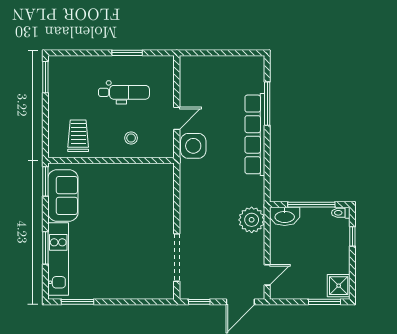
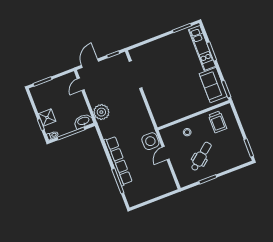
dental chair: (124, 92) -> (201, 156), turned 141
shower: (339, 286) -> (47, 118), moved

